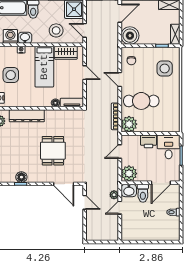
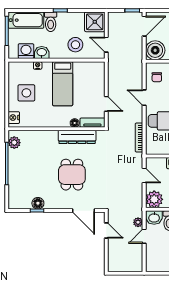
wardrobe: (66, 53) -> (86, 69), removed
door: (85, 73) -> (106, 104), moved
dresser: (27, 116) -> (77, 137), moved
plant: (129, 124) -> (154, 146), removed
door: (120, 151) -> (144, 175), swing flipped

